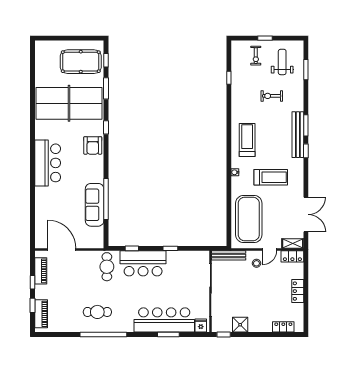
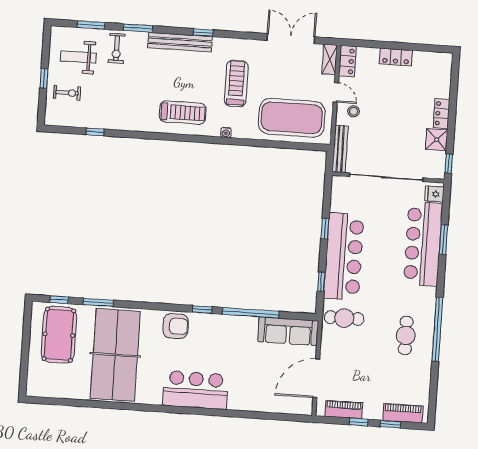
exercise bike: (272, 96) -> (117, 48), moved
window: (306, 125) -> (138, 28), moved
window: (106, 127) -> (202, 309), moved
treadmill: (247, 140) -> (183, 113), turned 180
sofa: (95, 205) -> (288, 331), moved
bar counter: (143, 263) -> (344, 256), width x1.36
locker: (283, 327) -> (442, 114), moved

